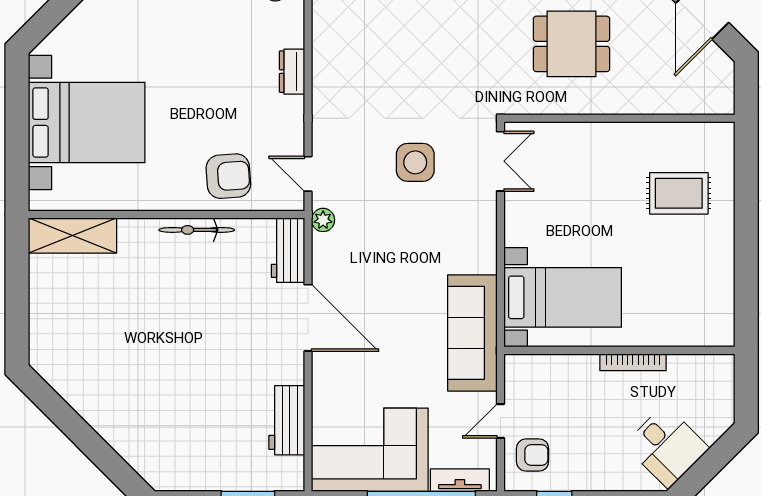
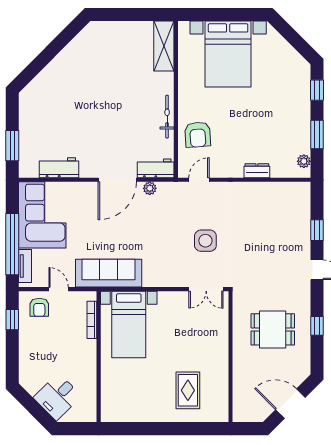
dining table: (571, 44) -> (273, 329), turned 90
plant: (323, 220) -> (150, 188), moved
bookcase: (633, 362) -> (92, 320), moved
desk: (667, 446) -> (57, 397), moved

